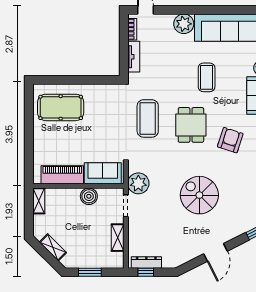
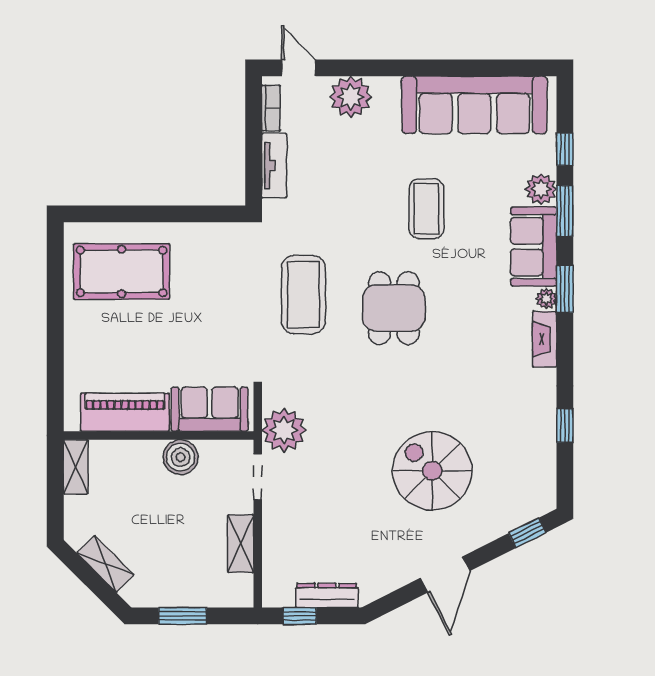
plant: (184, 24) -> (351, 97), moved
armchair: (230, 140) -> (476, 340), removed
spiral stairs: (199, 195) -> (432, 471), moved
dresser: (146, 262) -> (327, 595), moved

